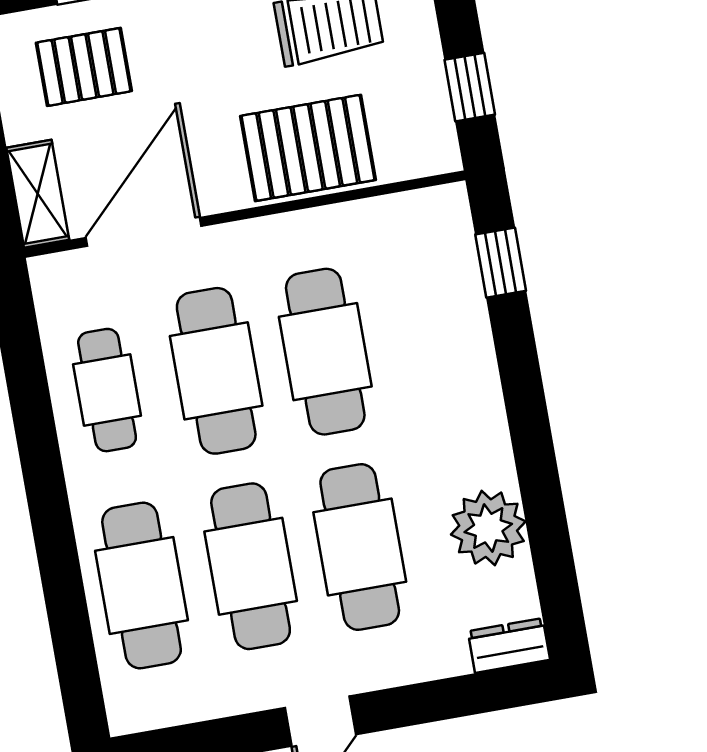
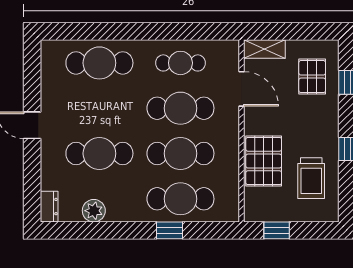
door: (144, 232) -> (242, 89), width x0.73
window: (501, 263) -> (170, 230), moved
plant: (488, 528) -> (94, 211), width x0.73, depth x0.73
cafe table: (251, 566) -> (180, 199), moved

